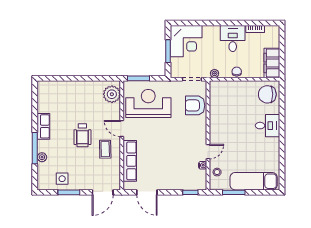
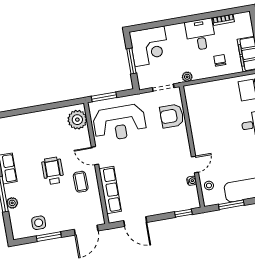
chair: (237, 72) -> (220, 60), moved
reception desk: (148, 103) -> (120, 123), turned 180
wheelchair: (82, 135) -> (53, 171), turned 180

